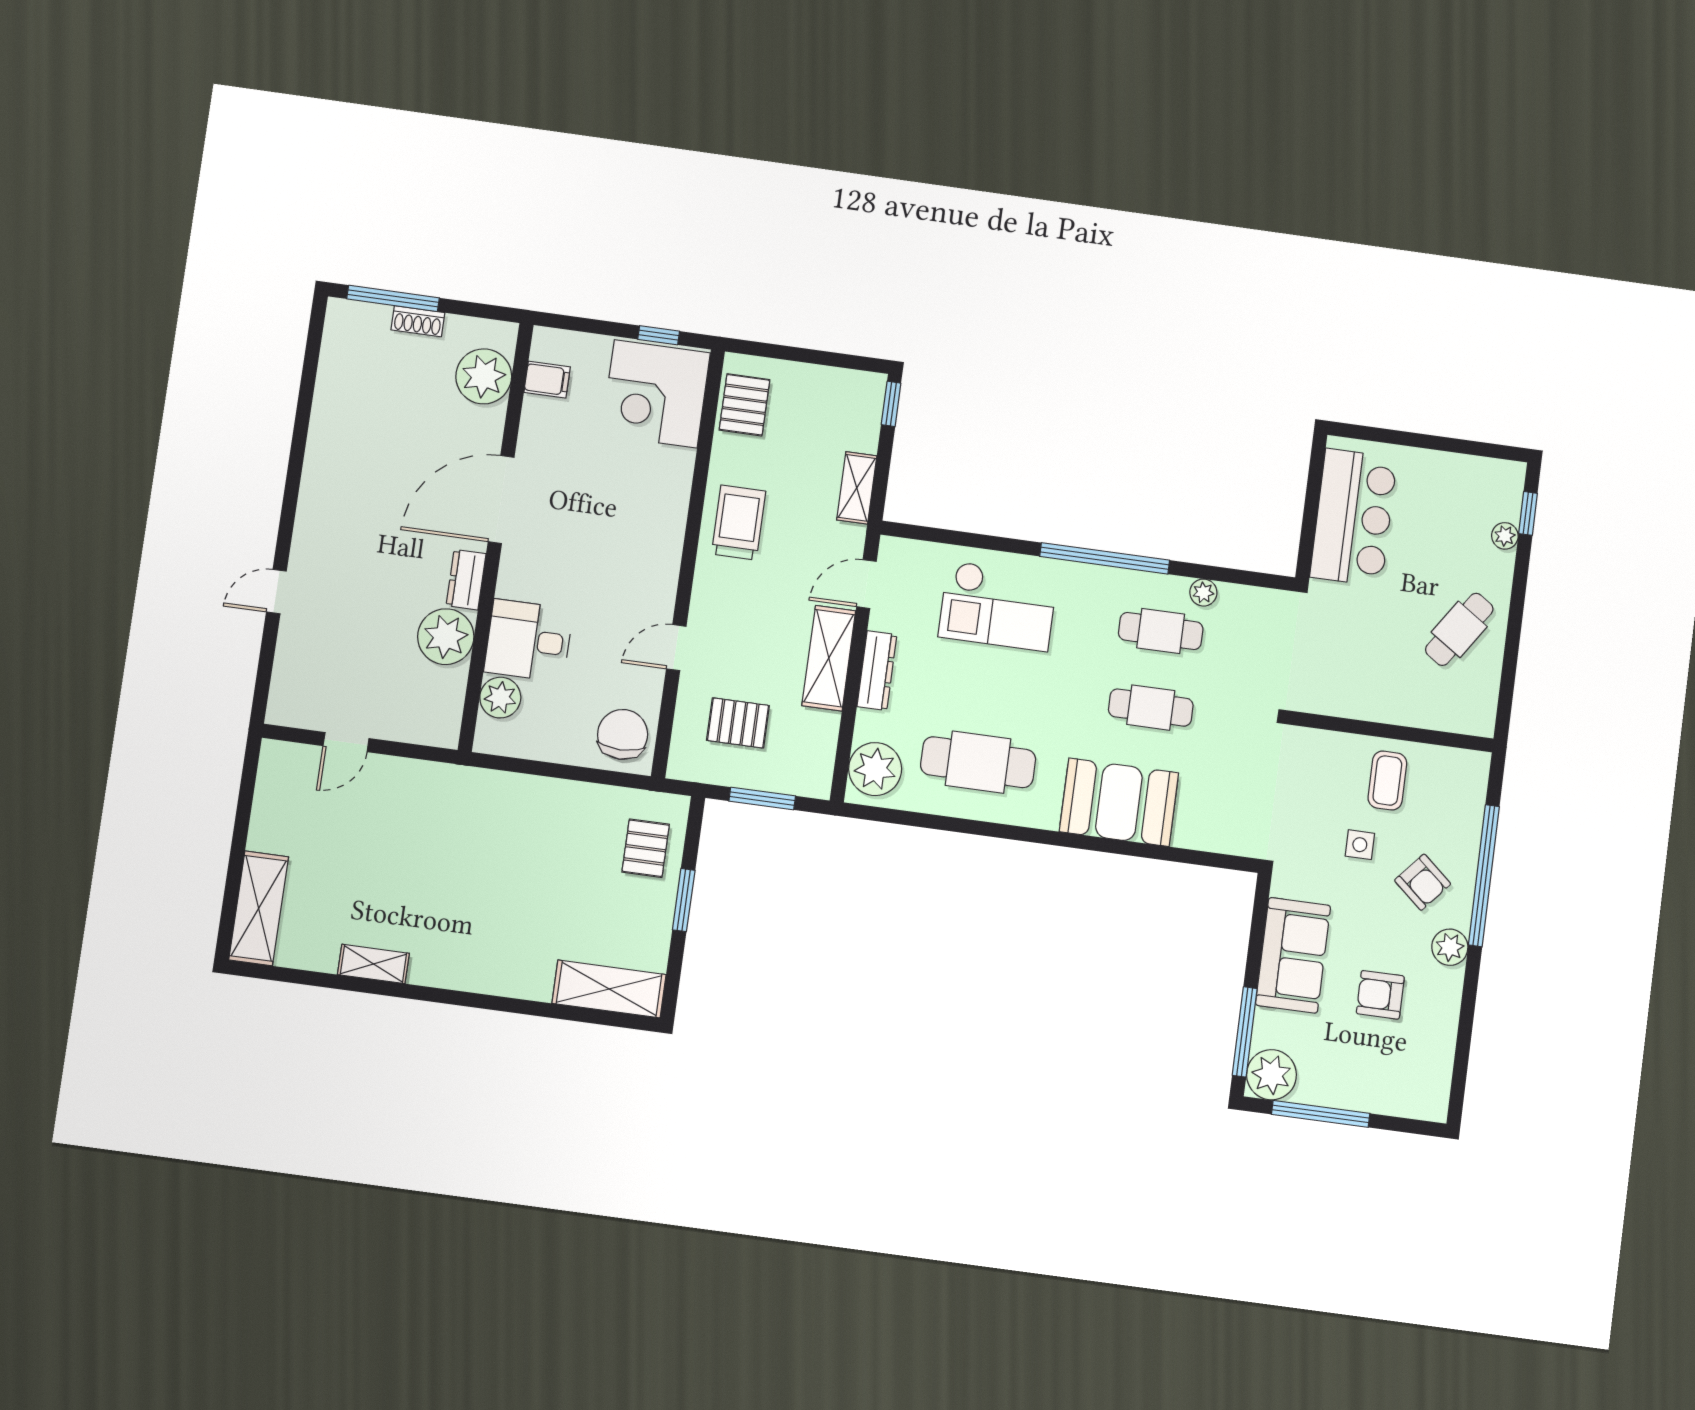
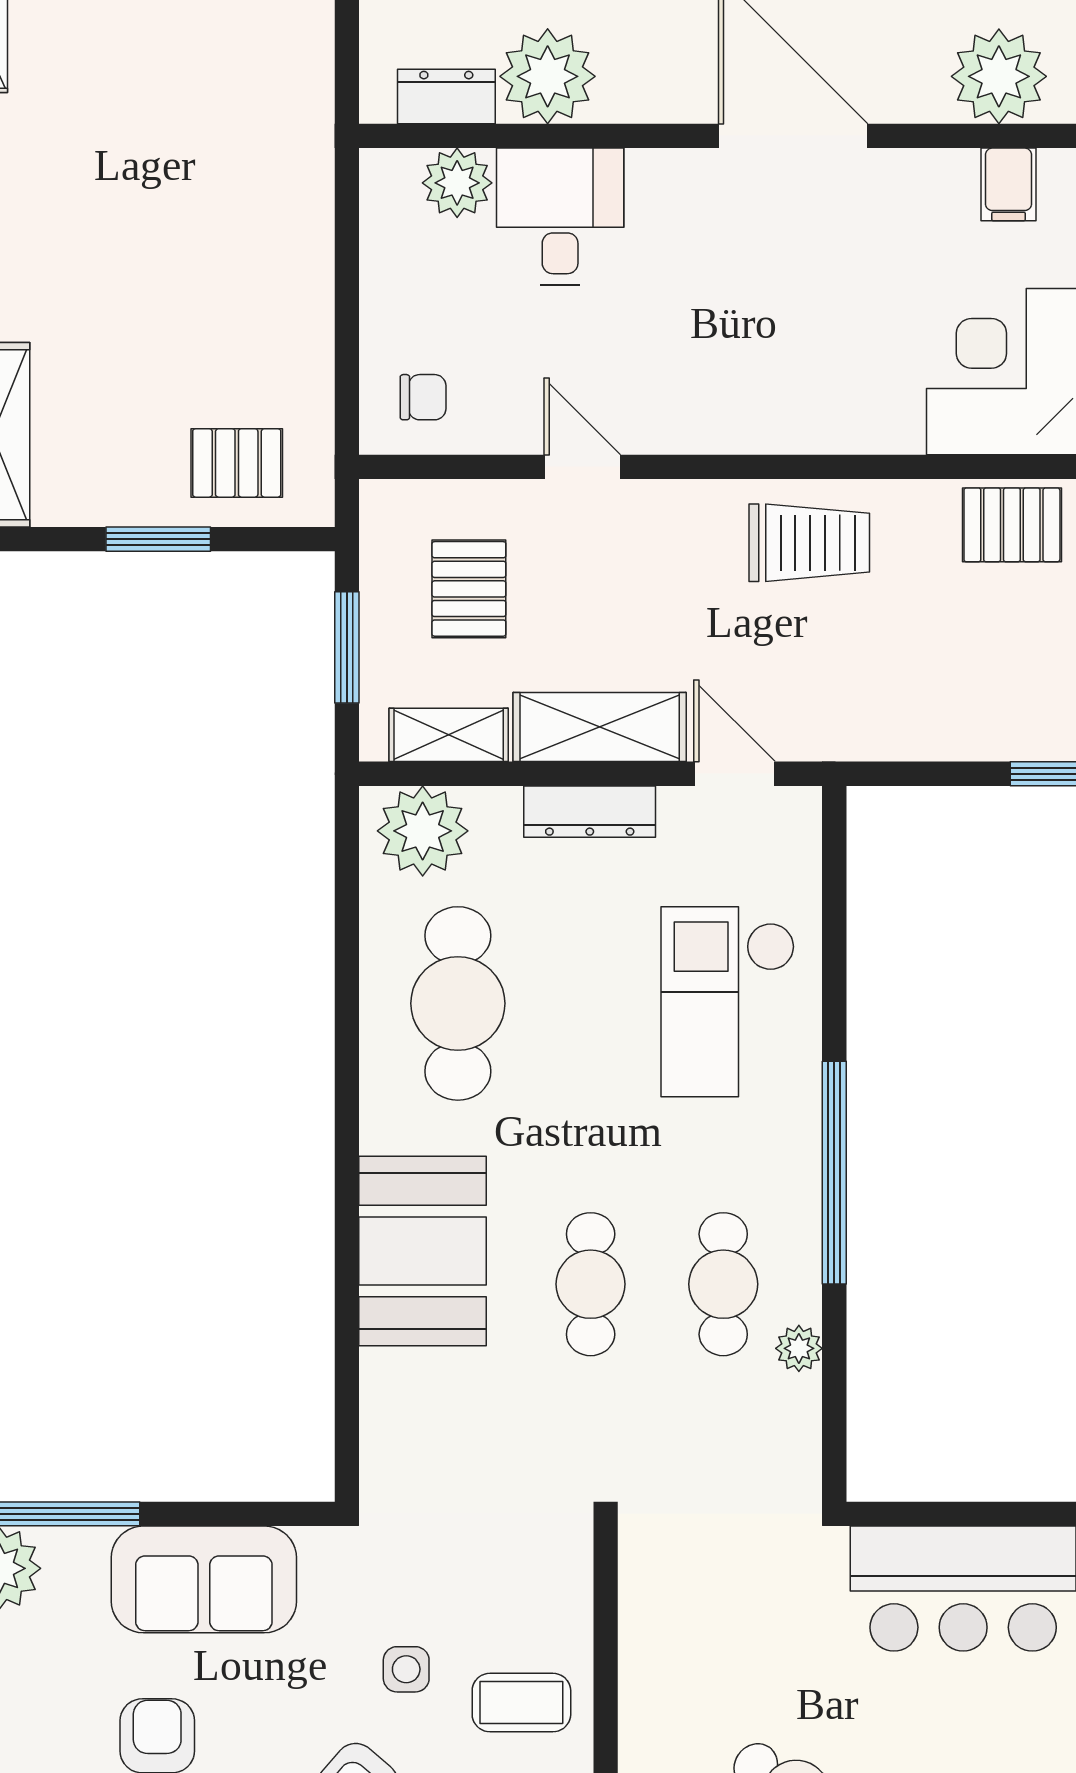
shelving: (857, 488) -> (449, 735), moved
dresser: (466, 580) -> (446, 96), moved
chair: (623, 734) -> (423, 397), width x0.54, depth x0.54

